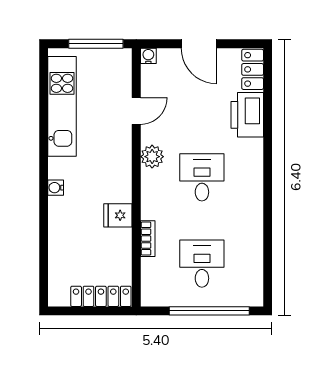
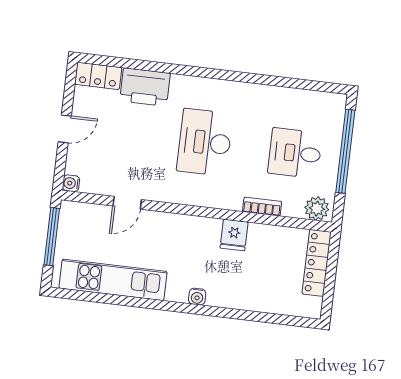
door: (199, 44) -> (65, 129), width x0.73
door: (136, 111) -> (127, 203), swing flipped
plant: (152, 157) -> (317, 209), moved
desk: (202, 177) -> (205, 142), width x1.37

